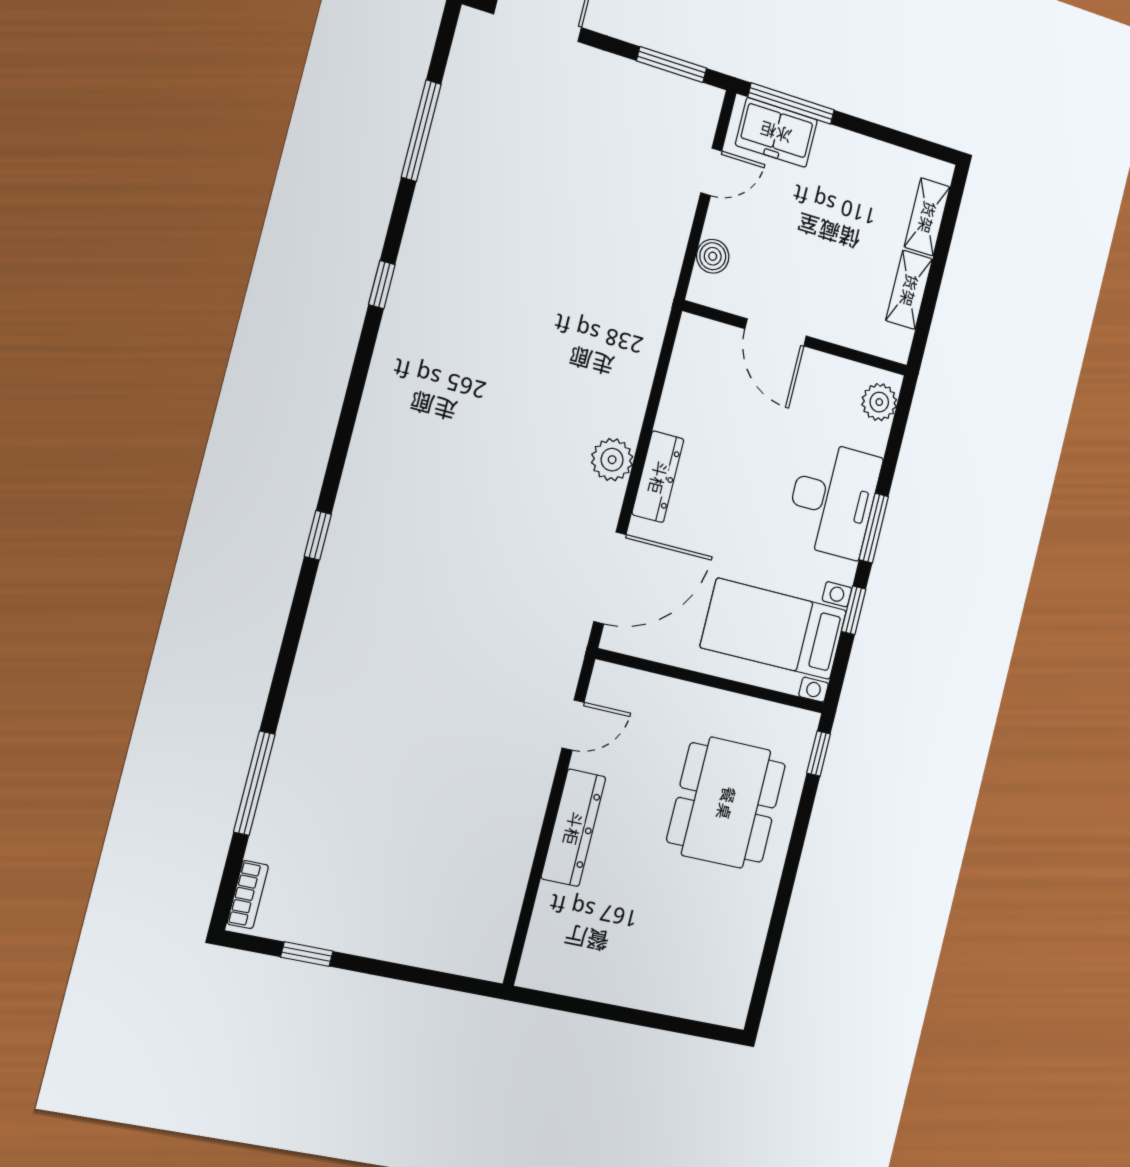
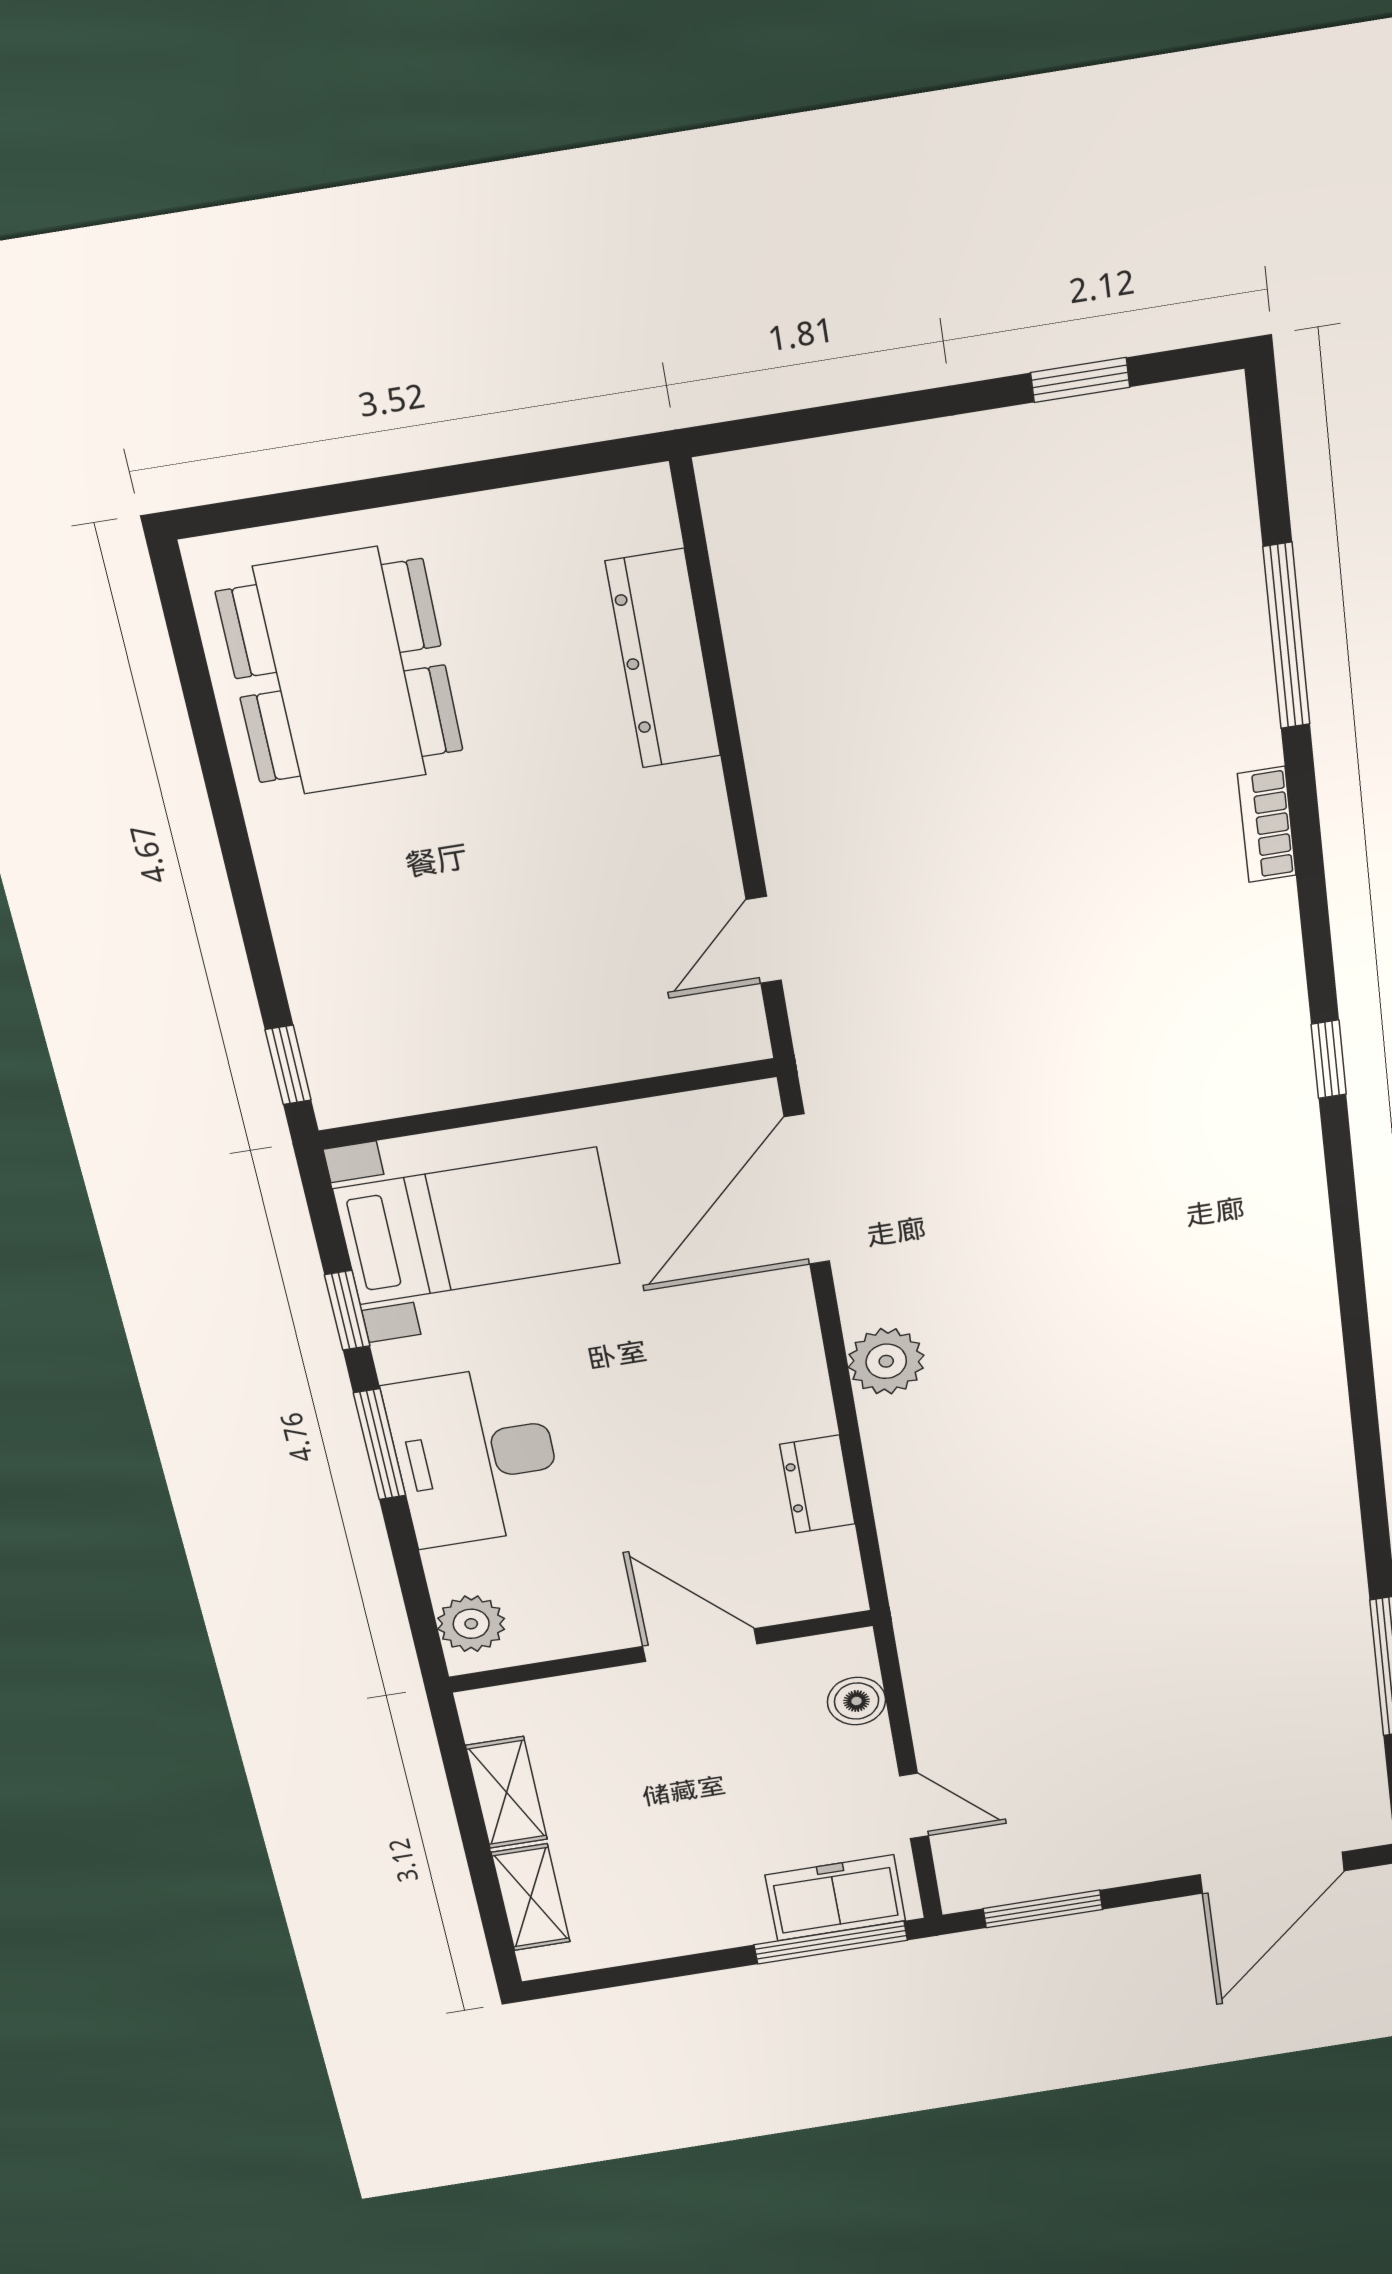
door: (711, 172) -> (914, 1806), swing flipped
window: (382, 285) -> (1367, 1446), removed
dresser: (658, 477) -> (817, 1484), moved, width x0.70
dining table: (726, 803) -> (340, 672), moved
dresser: (573, 828) -> (663, 659), moved
bookcase: (248, 895) -> (1267, 825), moved

